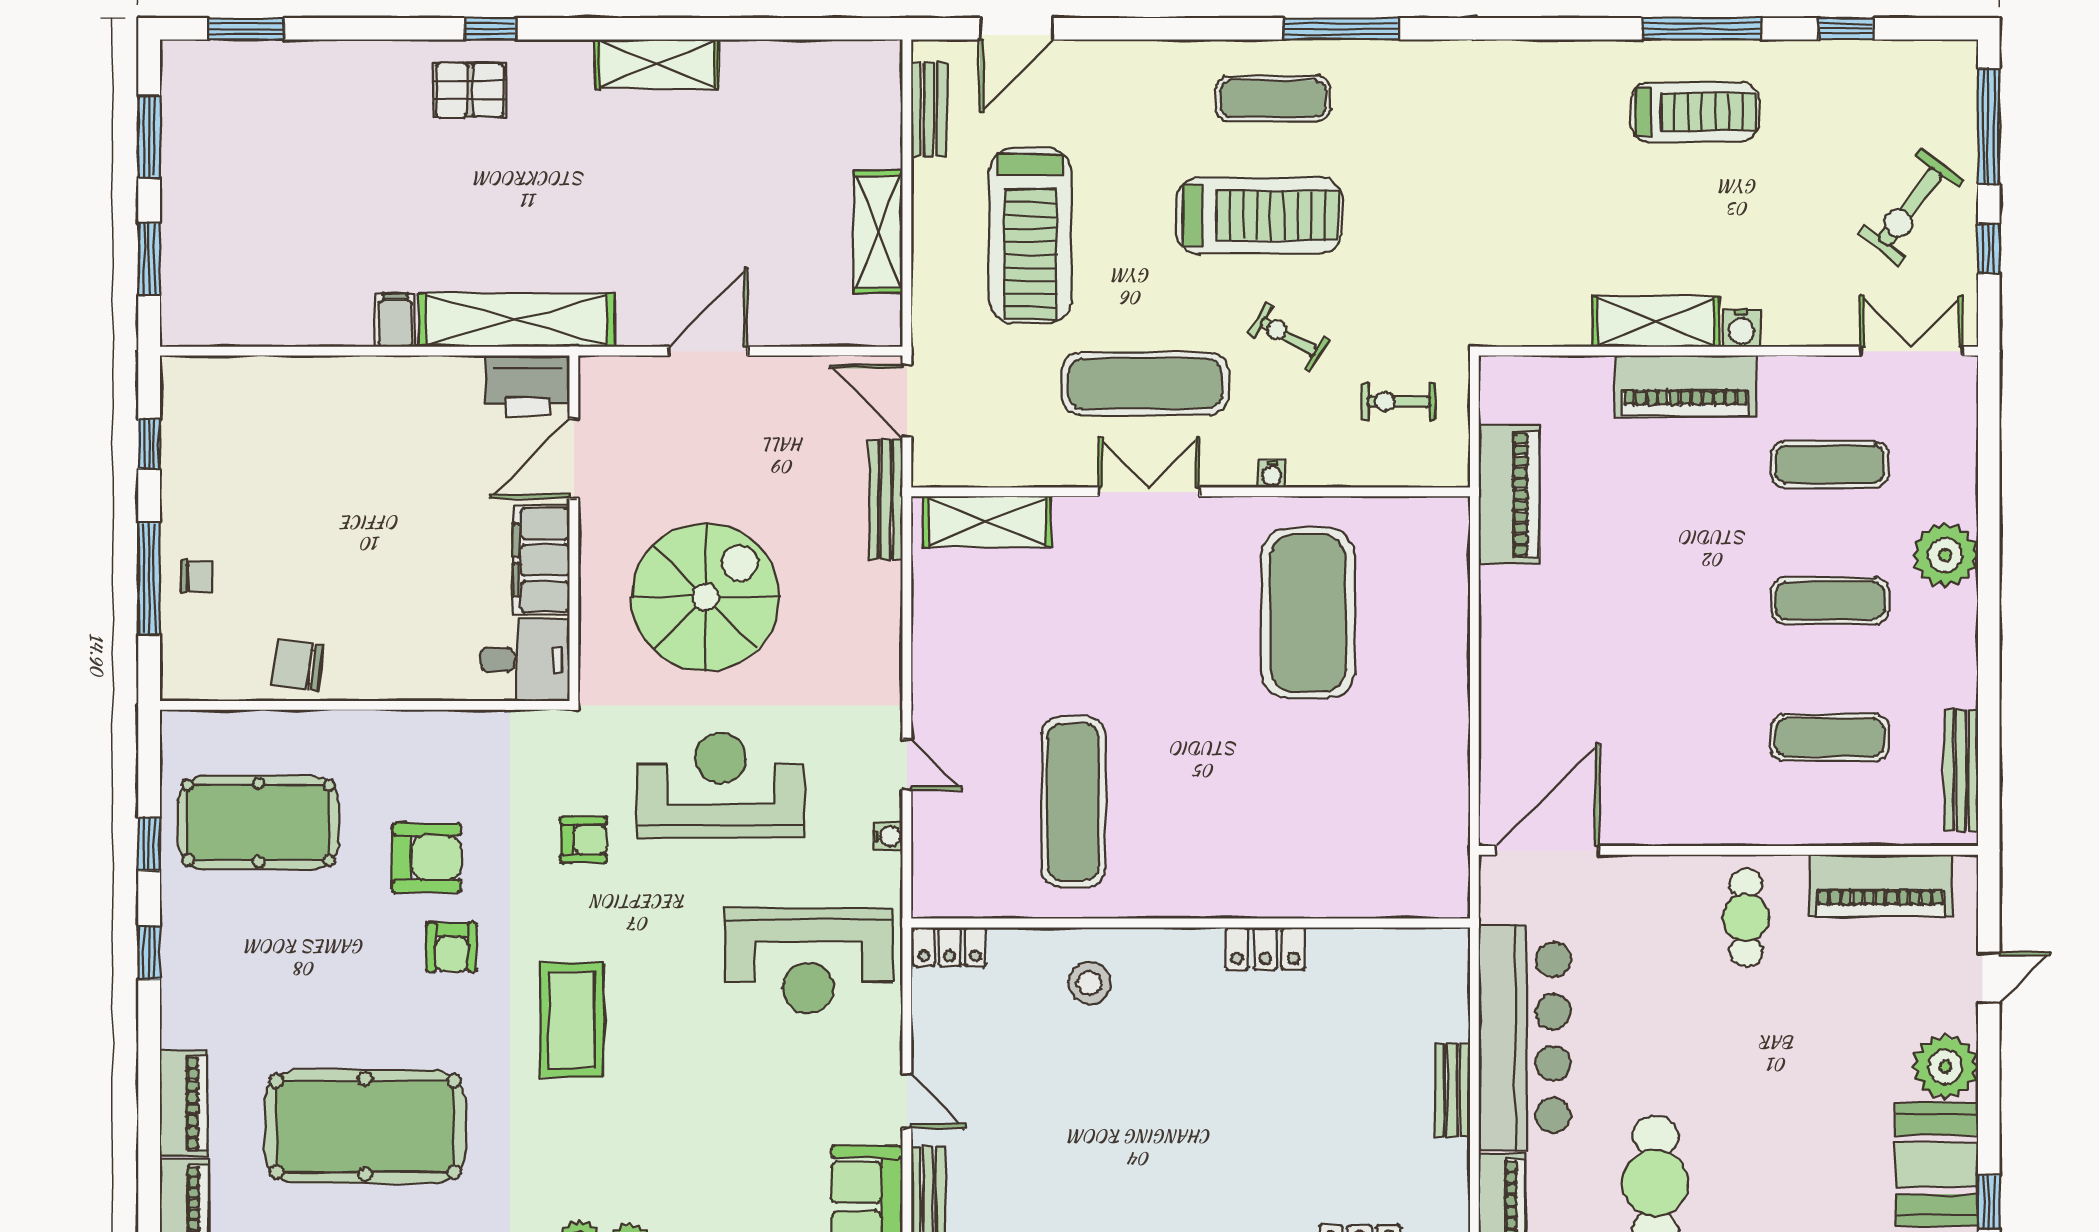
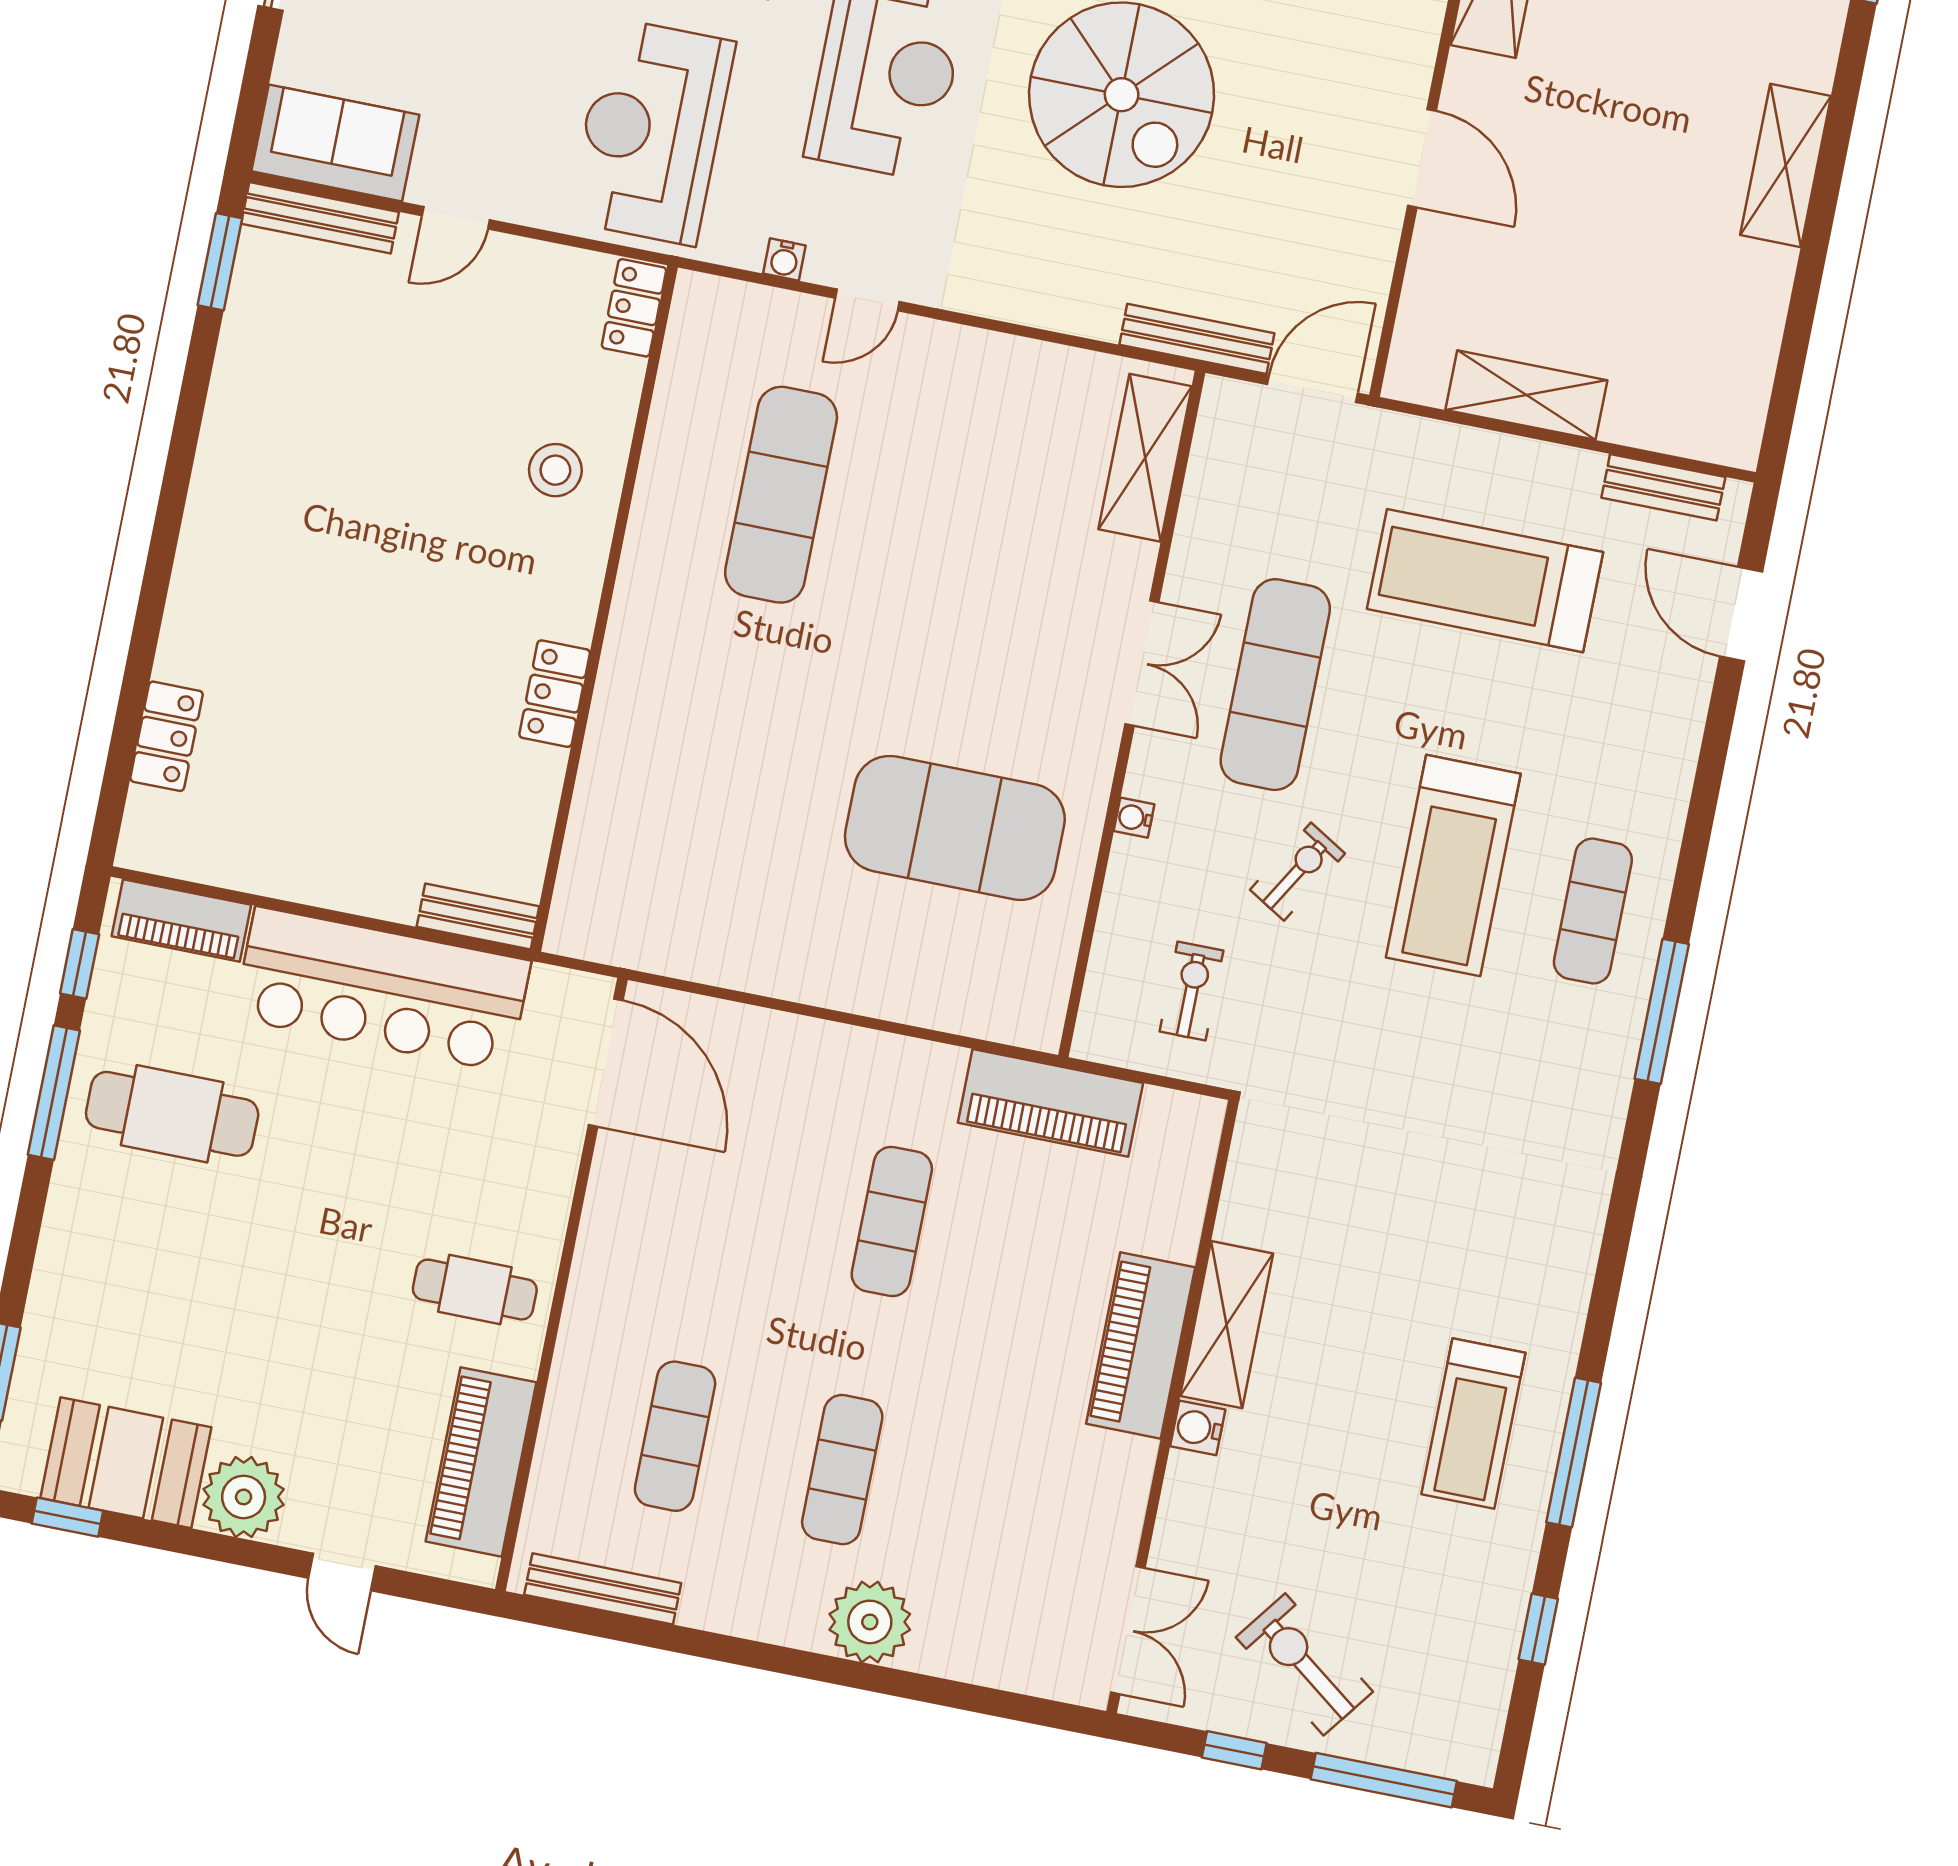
exercise mat: (1830, 464) -> (892, 1222), moved
exercise mat: (1073, 802) -> (781, 495), turned 90
bench: (1452, 1090) -> (478, 917), moved

